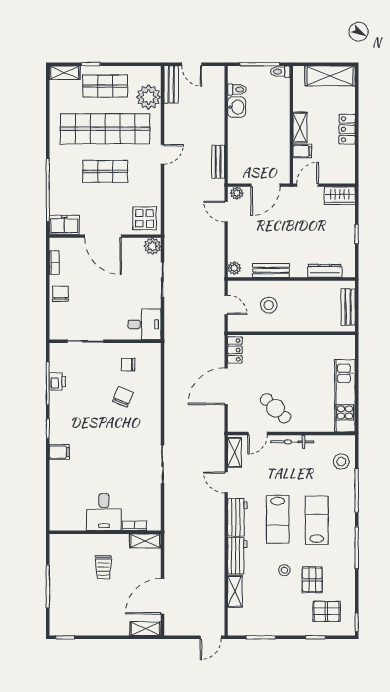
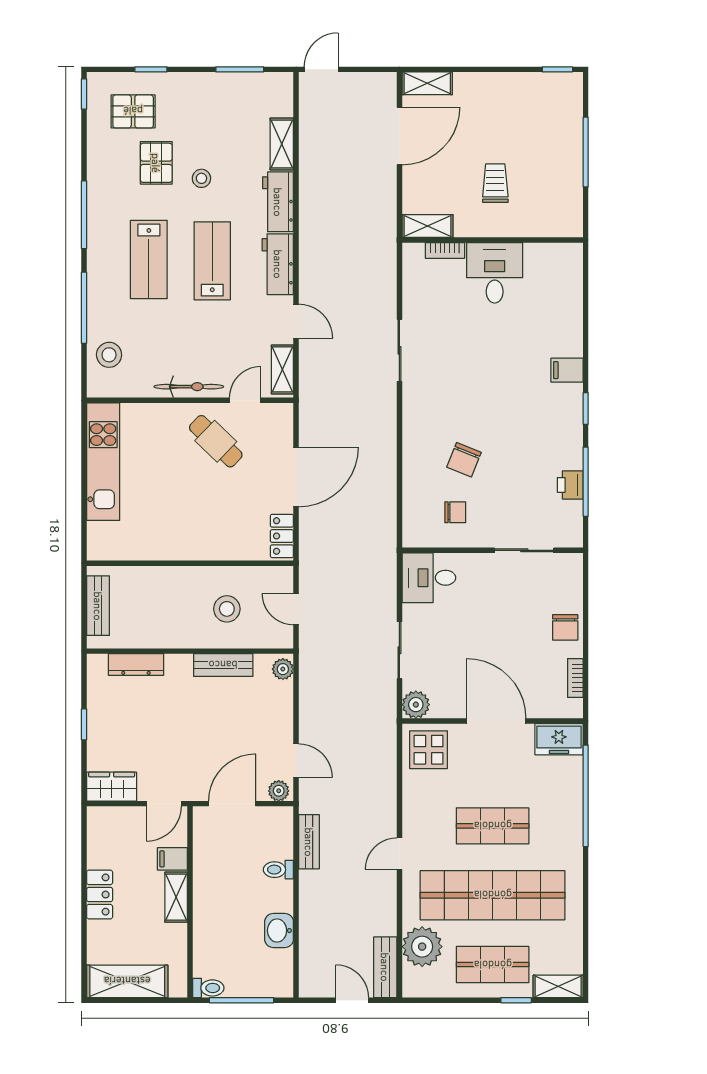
toilet: (237, 90) -> (278, 870), moved

